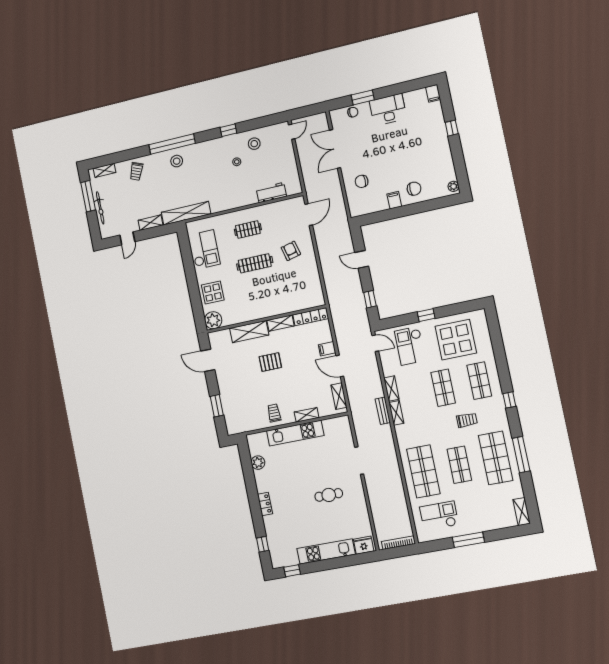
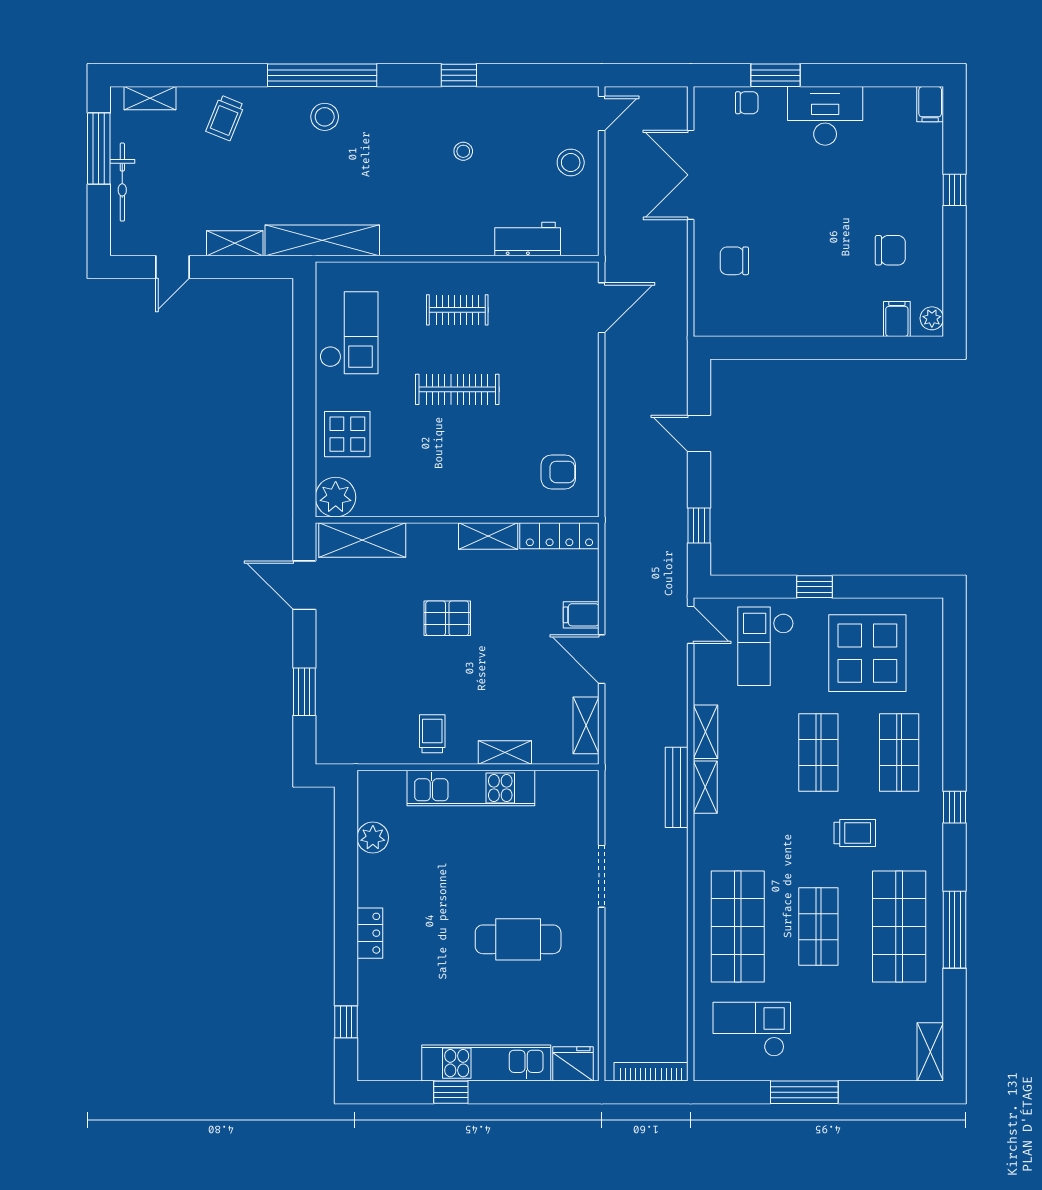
stool: (254, 144) -> (571, 163), moved
chair: (414, 189) -> (890, 250), moved
filing cabinet: (394, 200) -> (897, 319), moved
armchair: (291, 251) -> (558, 472), moved, turned 104
shelving: (249, 332) -> (362, 540), moved
bench: (383, 411) -> (677, 787), width x1.36
cafe table: (329, 495) -> (518, 939), width x1.37, depth x1.35
window: (292, 571) -> (451, 1092), moved

